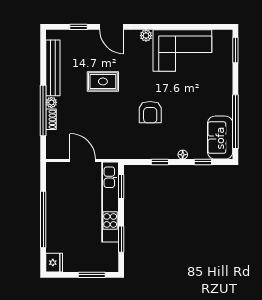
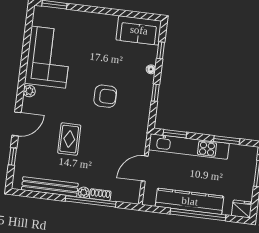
window: (235, 122) -> (125, 13), removed
kitchen counter: (55, 209) -> (190, 201), added

